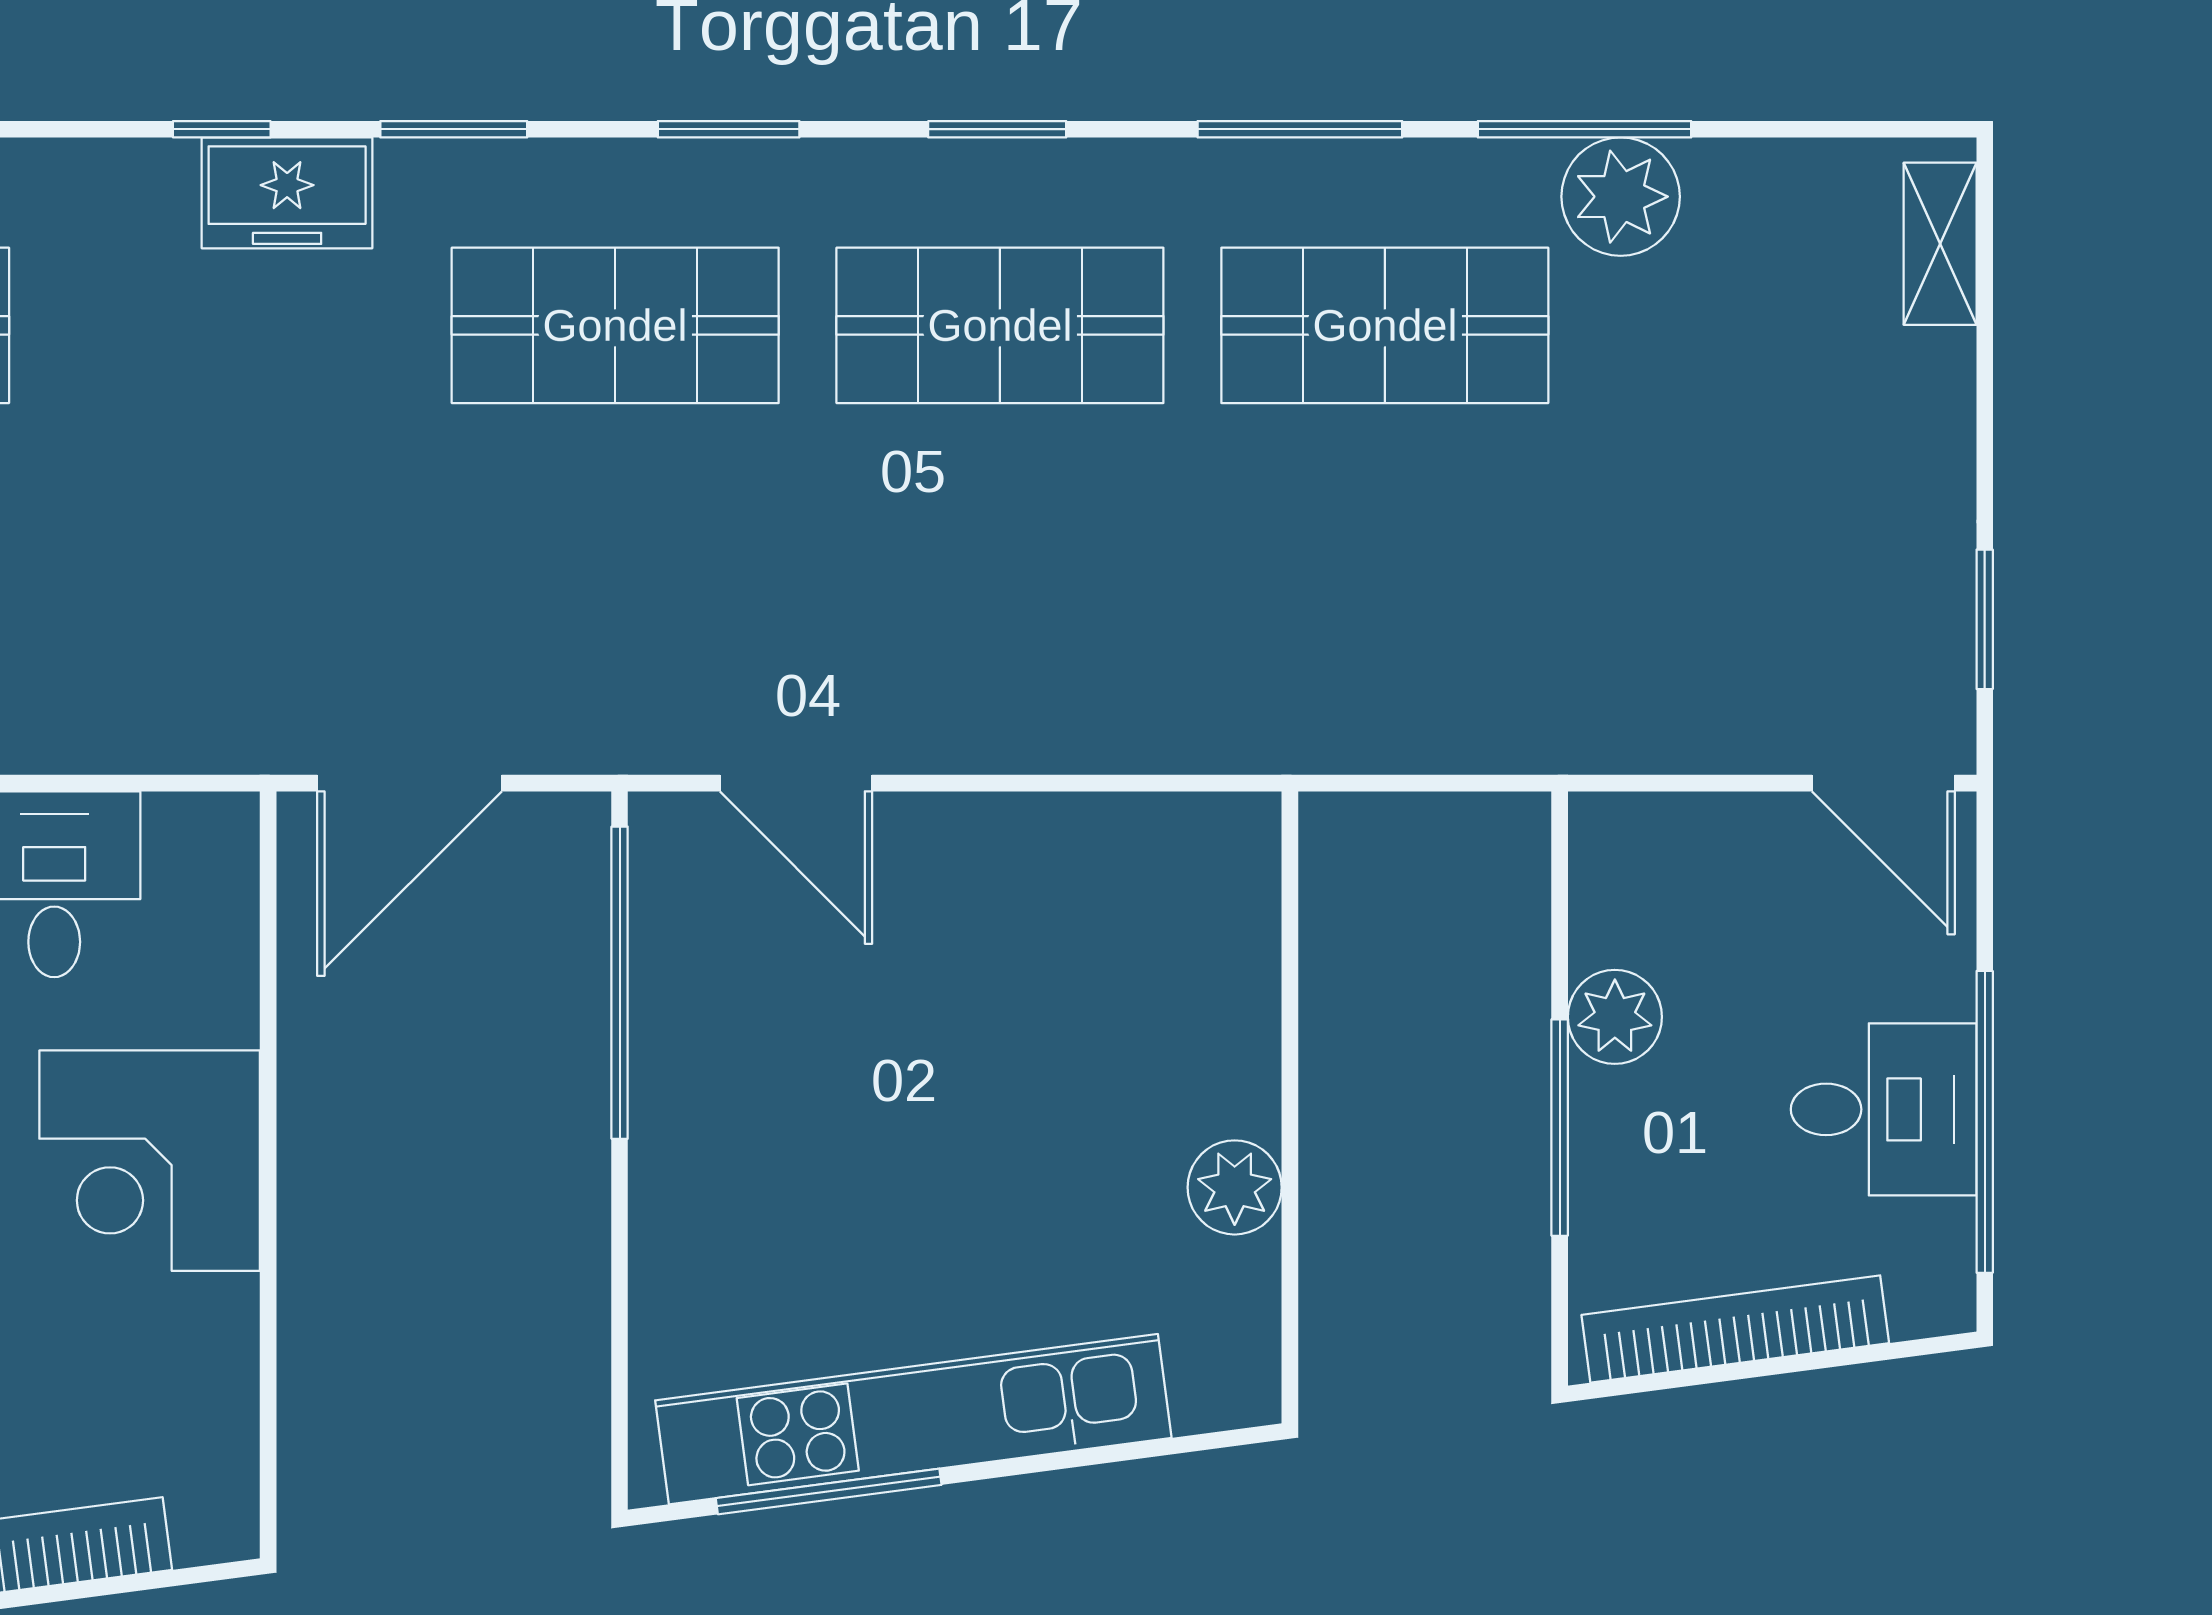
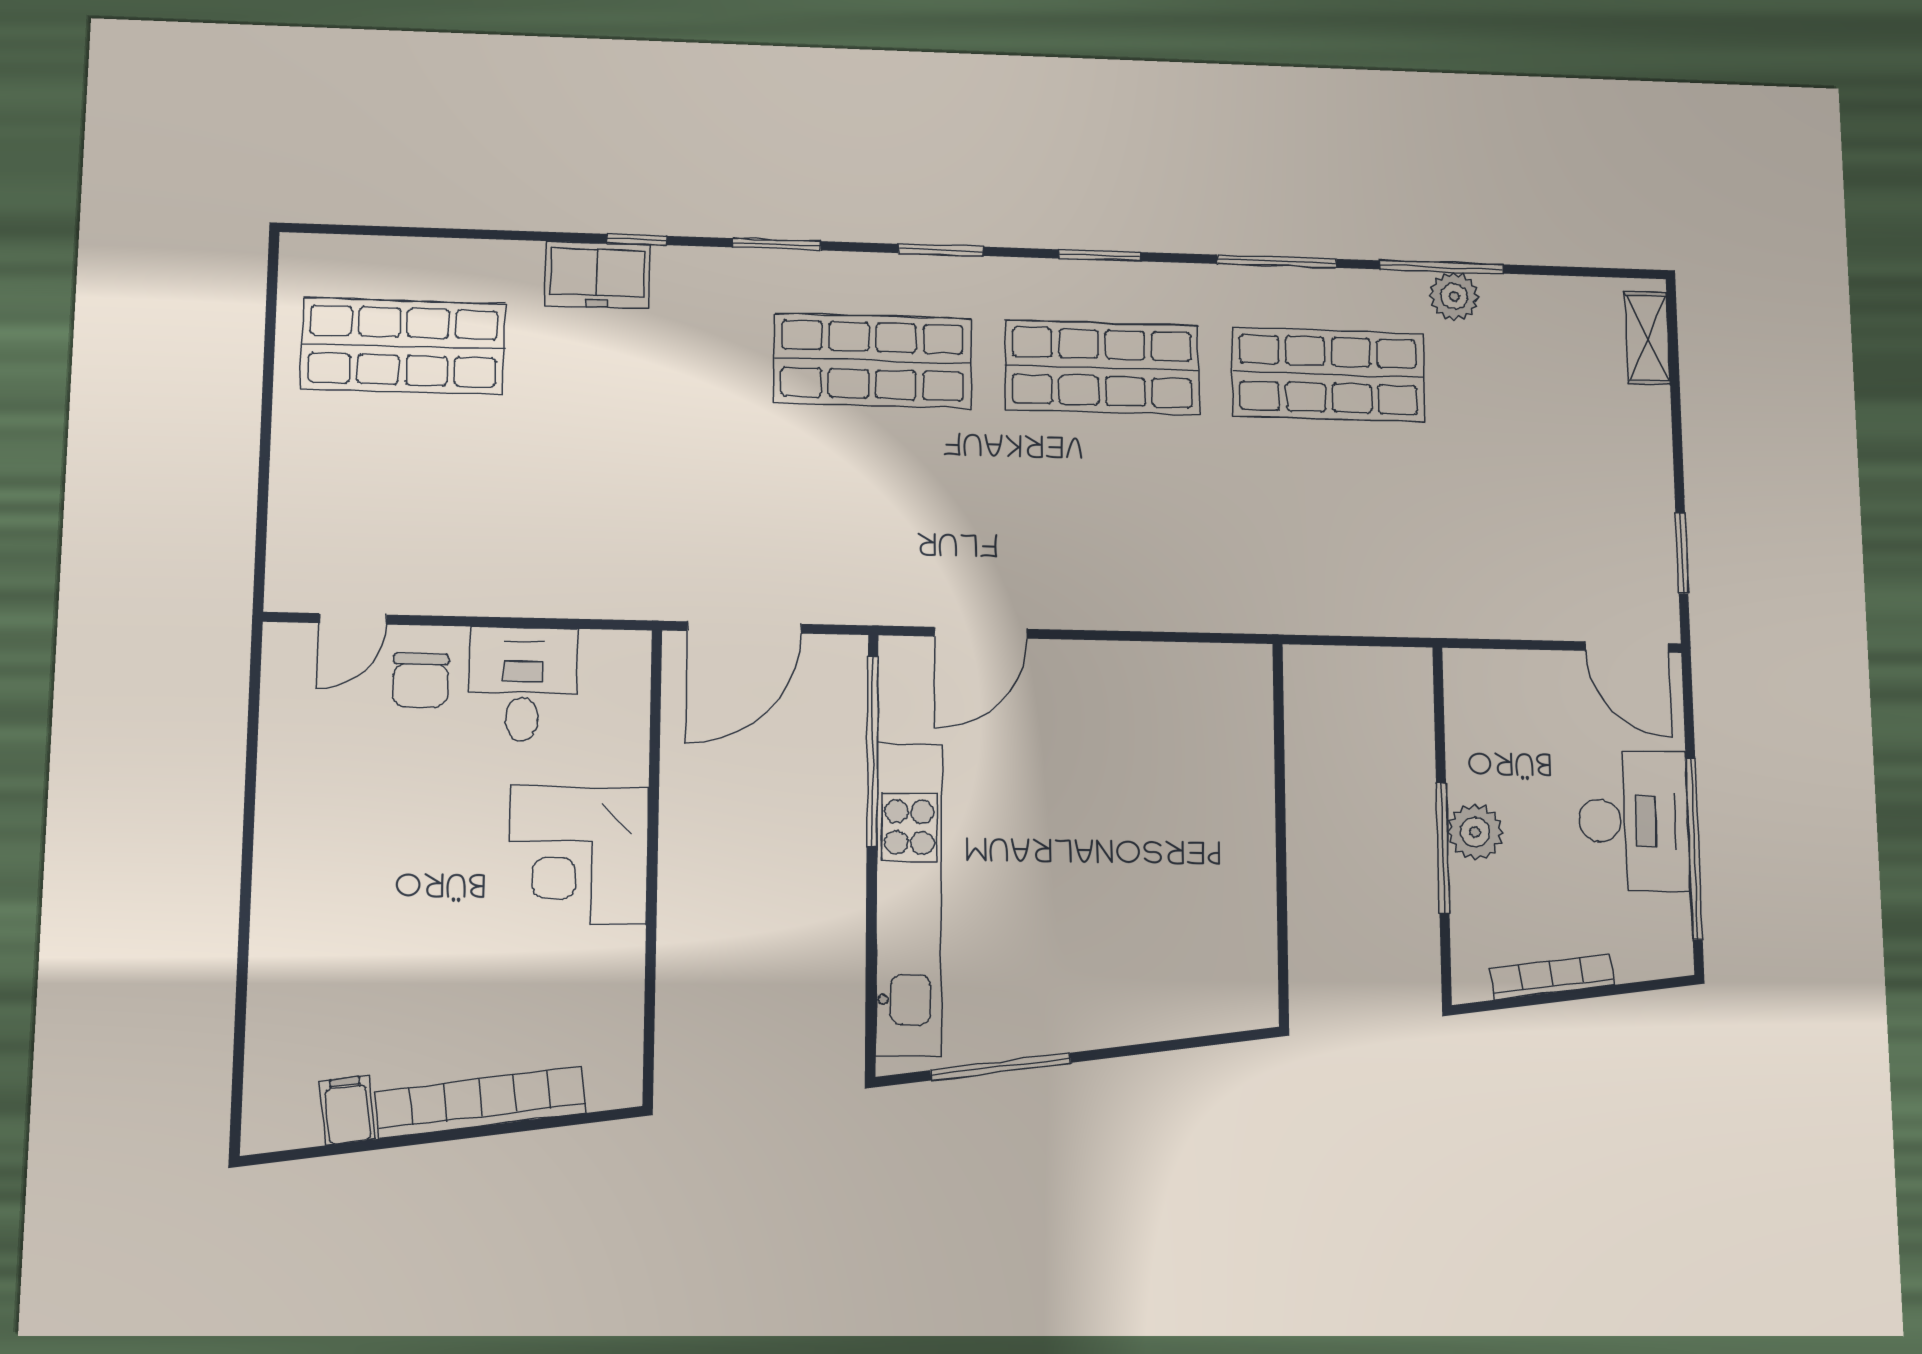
freezer: (287, 193) -> (597, 275), moved
plant: (1621, 197) -> (1454, 296), width x0.73, depth x0.73
door: (796, 783) -> (981, 633), hinge flipped
plant: (1615, 1017) -> (1475, 832), moved
desk: (1884, 1109) -> (1634, 821), width x1.37
plant: (1235, 1187) -> (1248, 881), removed
bookcase: (1735, 1329) -> (1552, 977), width x0.68, depth x0.76
kitchen unit: (913, 1419) -> (909, 899), moved, turned 98

